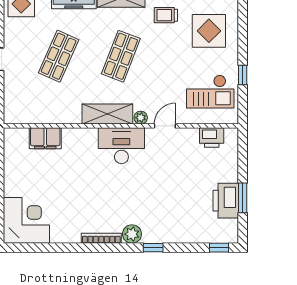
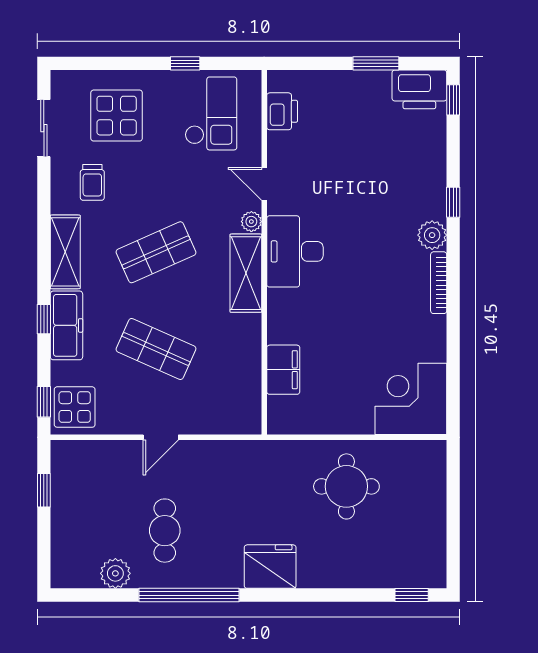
shop shelf: (121, 56) -> (156, 252), turned -45
printer: (226, 201) -> (419, 89), moved

